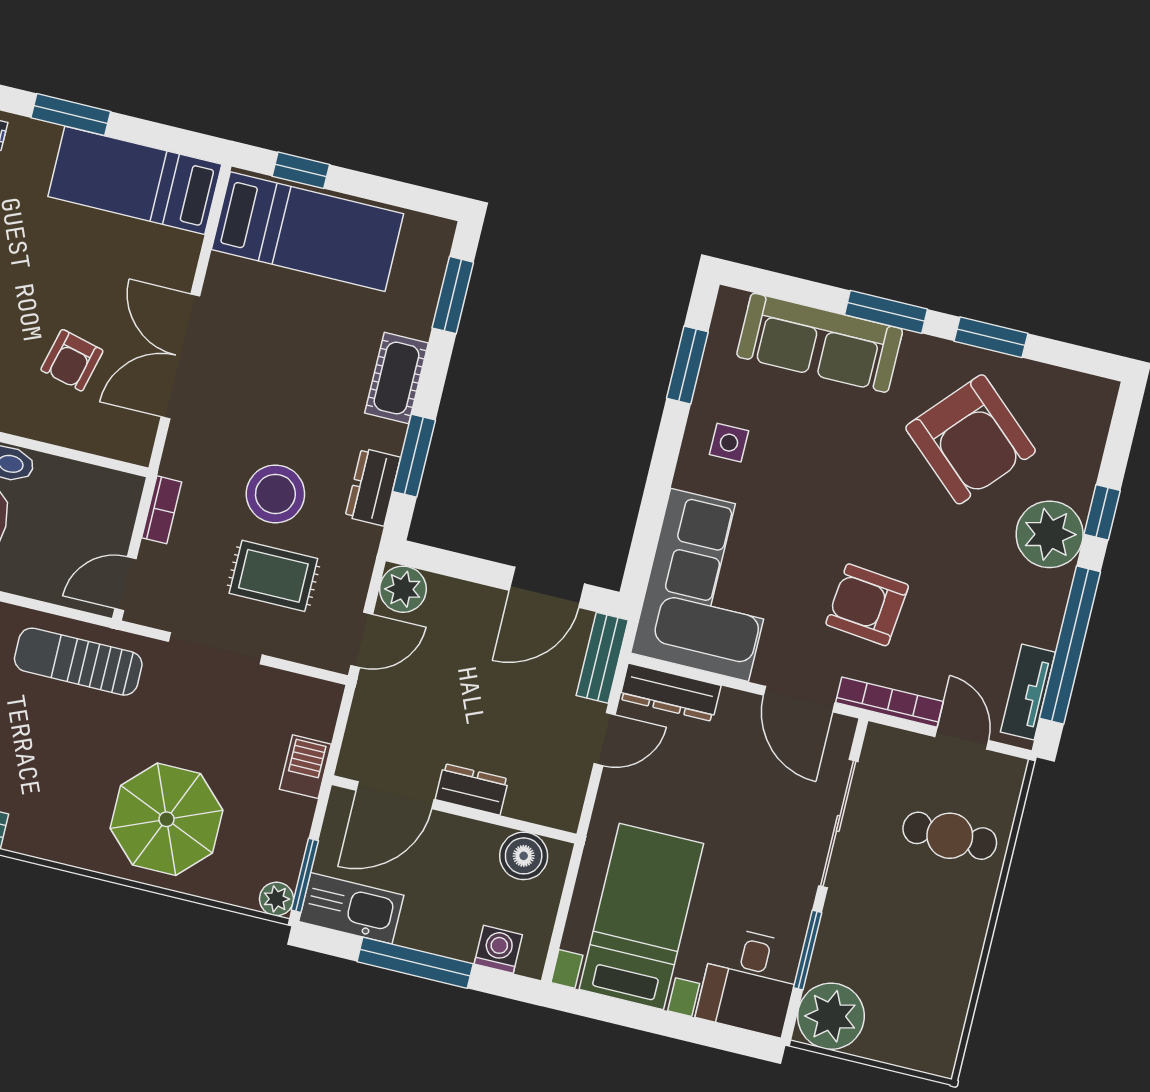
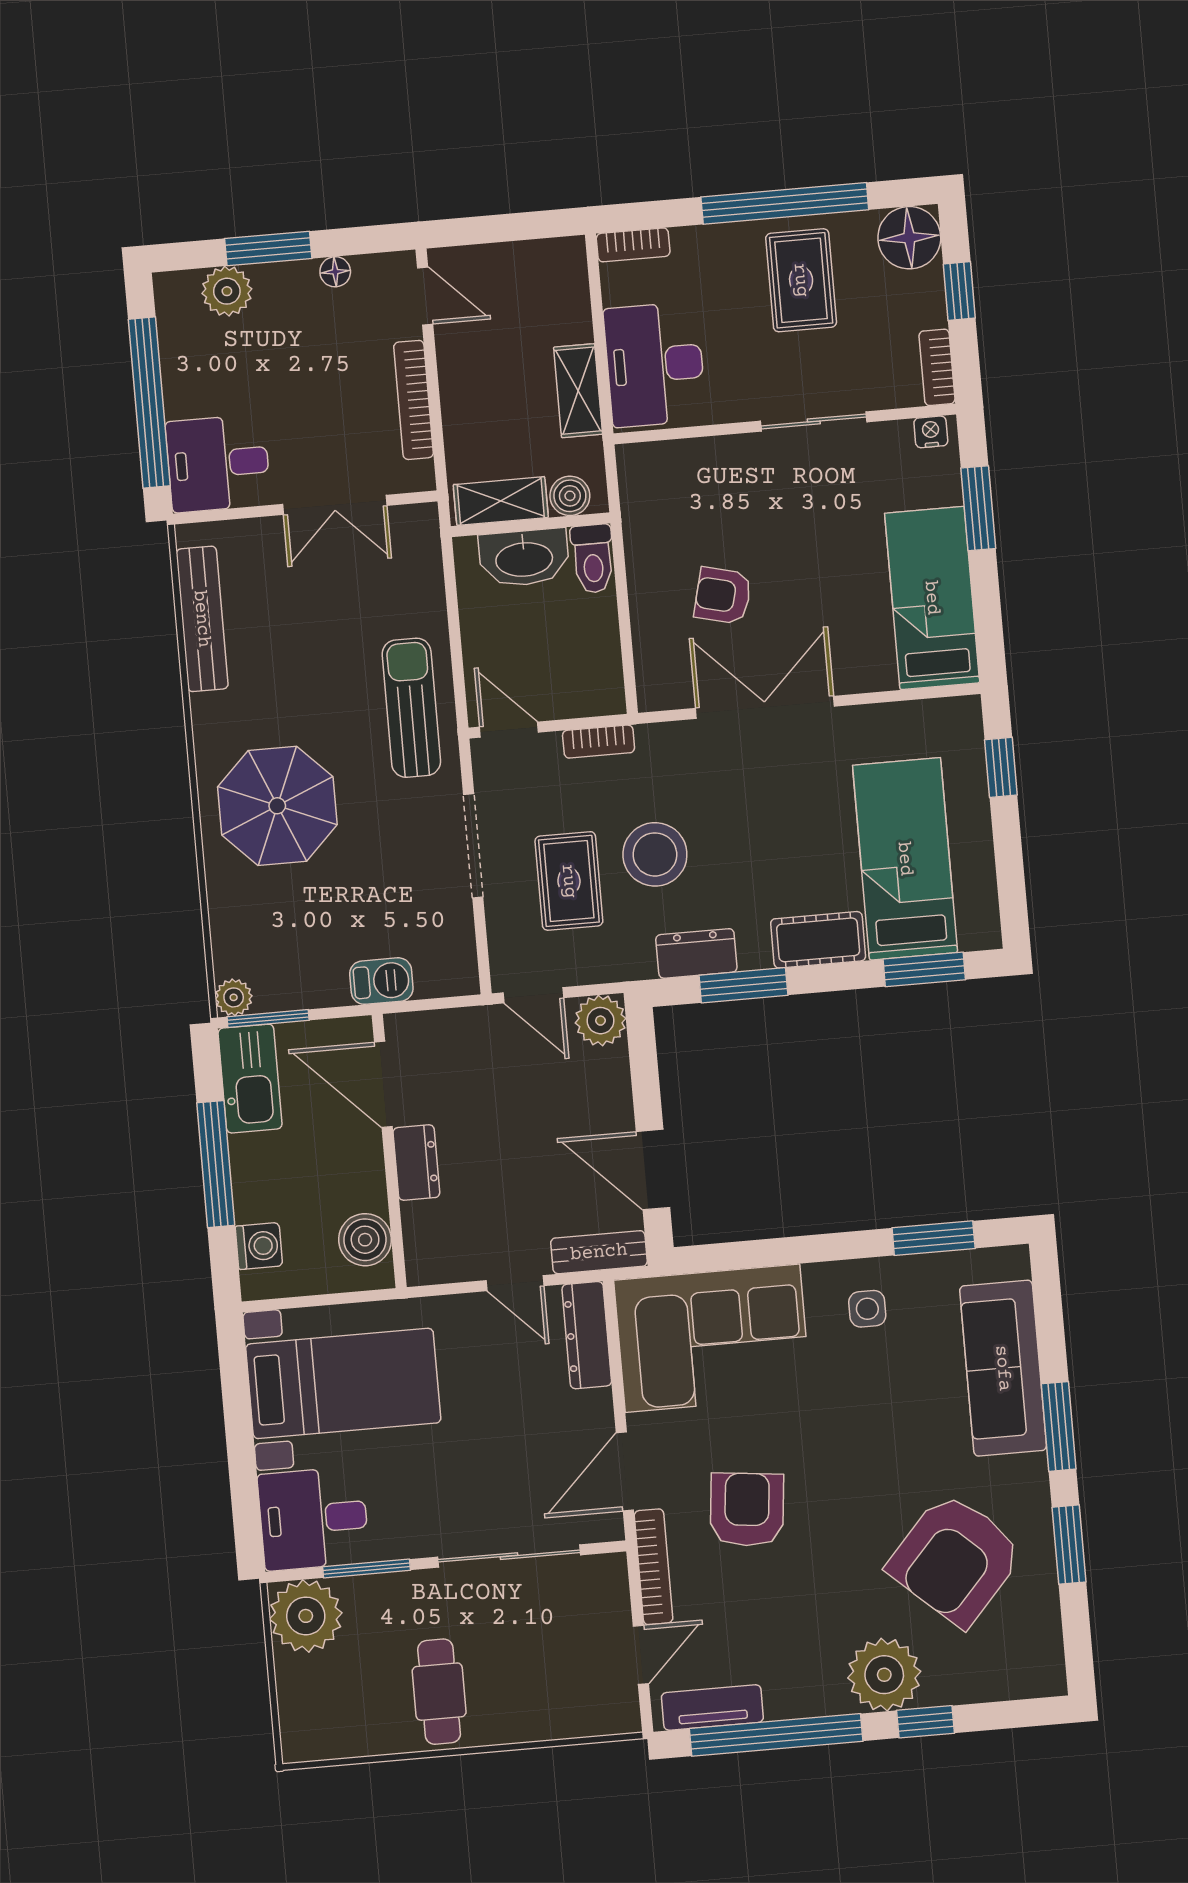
bed: (308, 232) -> (905, 859), moved, turned 180
parasol: (166, 819) -> (277, 806), moved
cafe table: (950, 836) -> (439, 1692), moved

